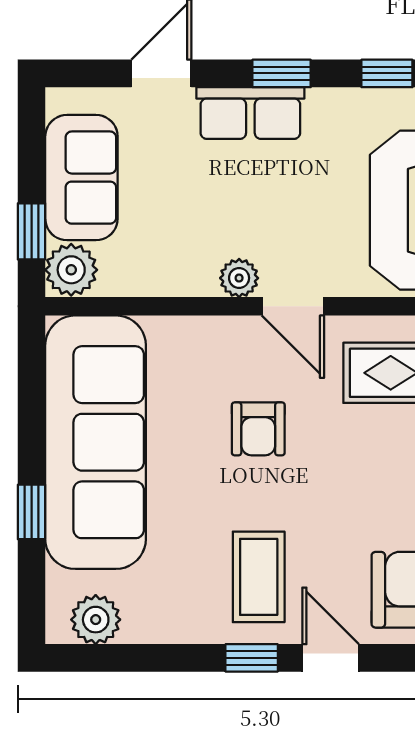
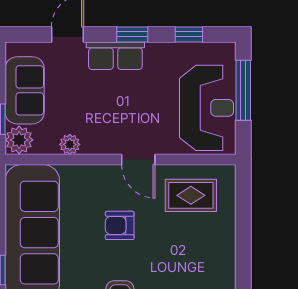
plant: (239, 278) -> (70, 144), moved
armchair: (258, 429) -> (120, 225), turned 90

